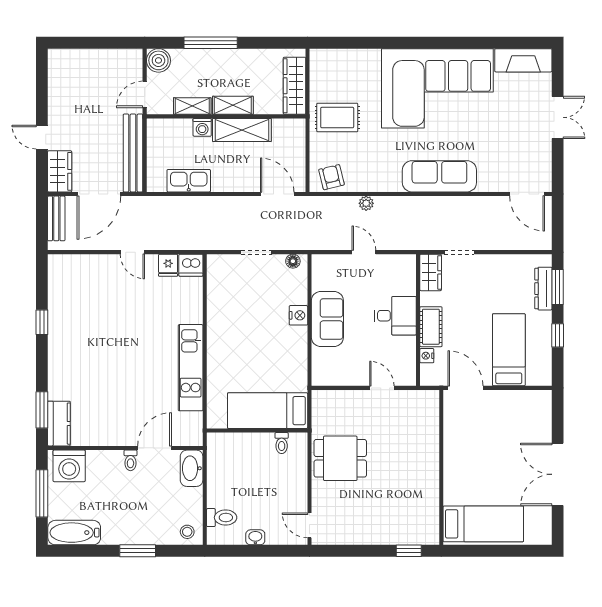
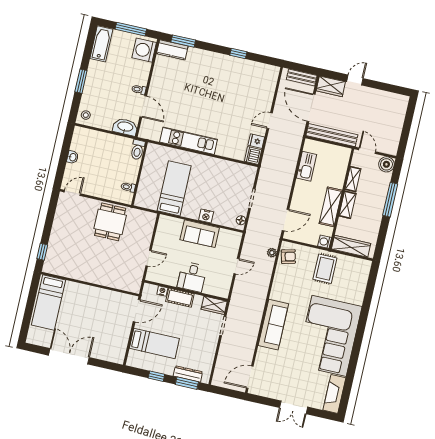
washing machine: (202, 127) -> (325, 242), moved
plant: (366, 203) -> (272, 253), moved
bed: (268, 411) -> (174, 188), moved
toilet: (222, 518) -> (138, 150), moved

